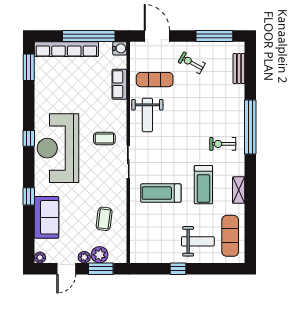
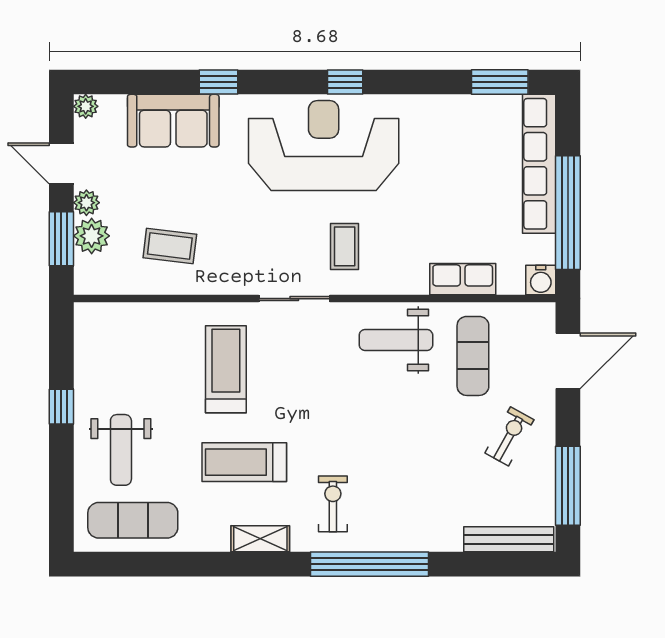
bench: (239, 69) -> (509, 539), width x1.36
shelving: (239, 190) -> (260, 539), moved

